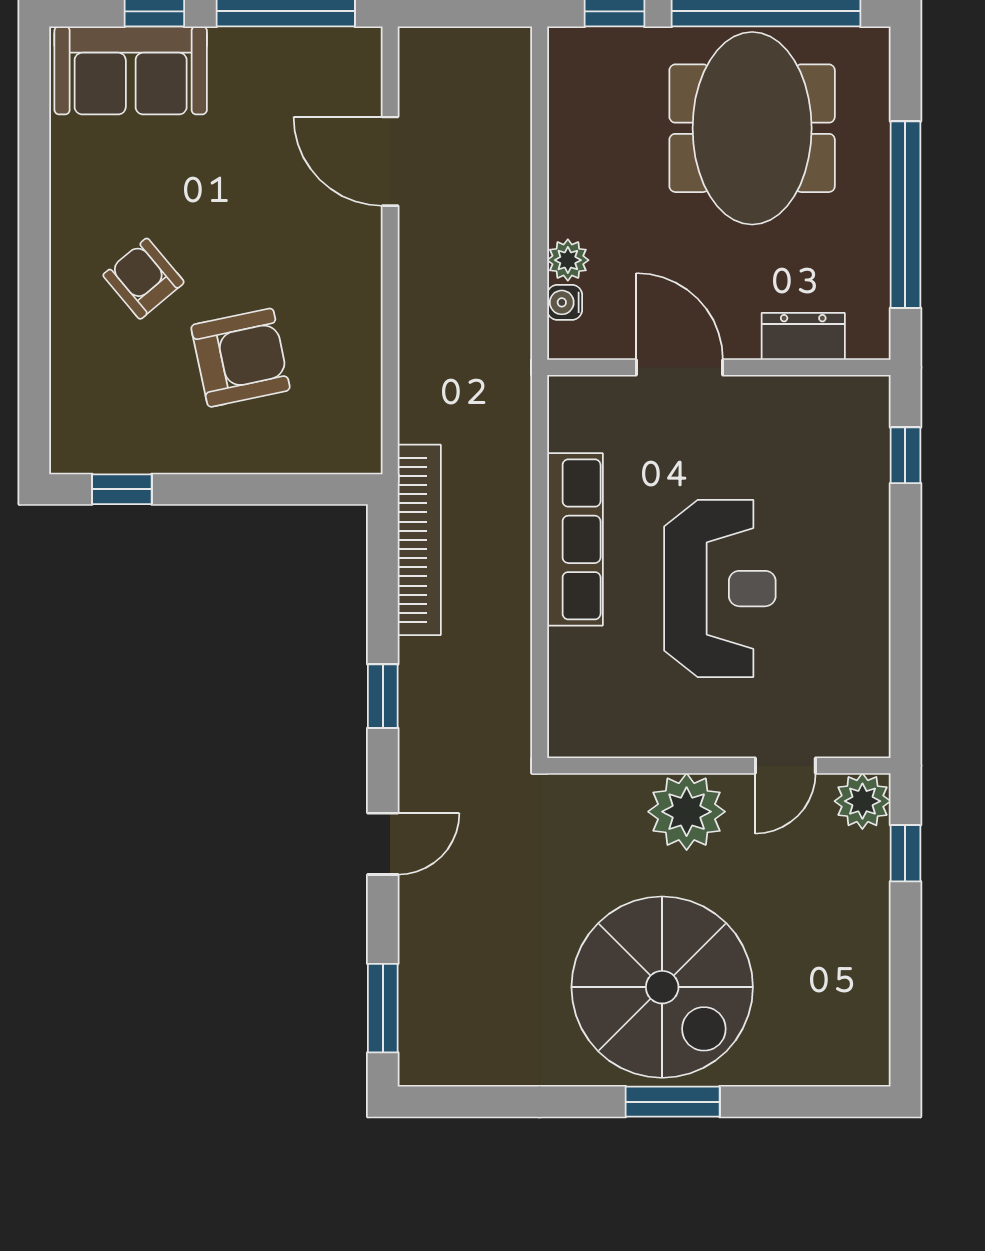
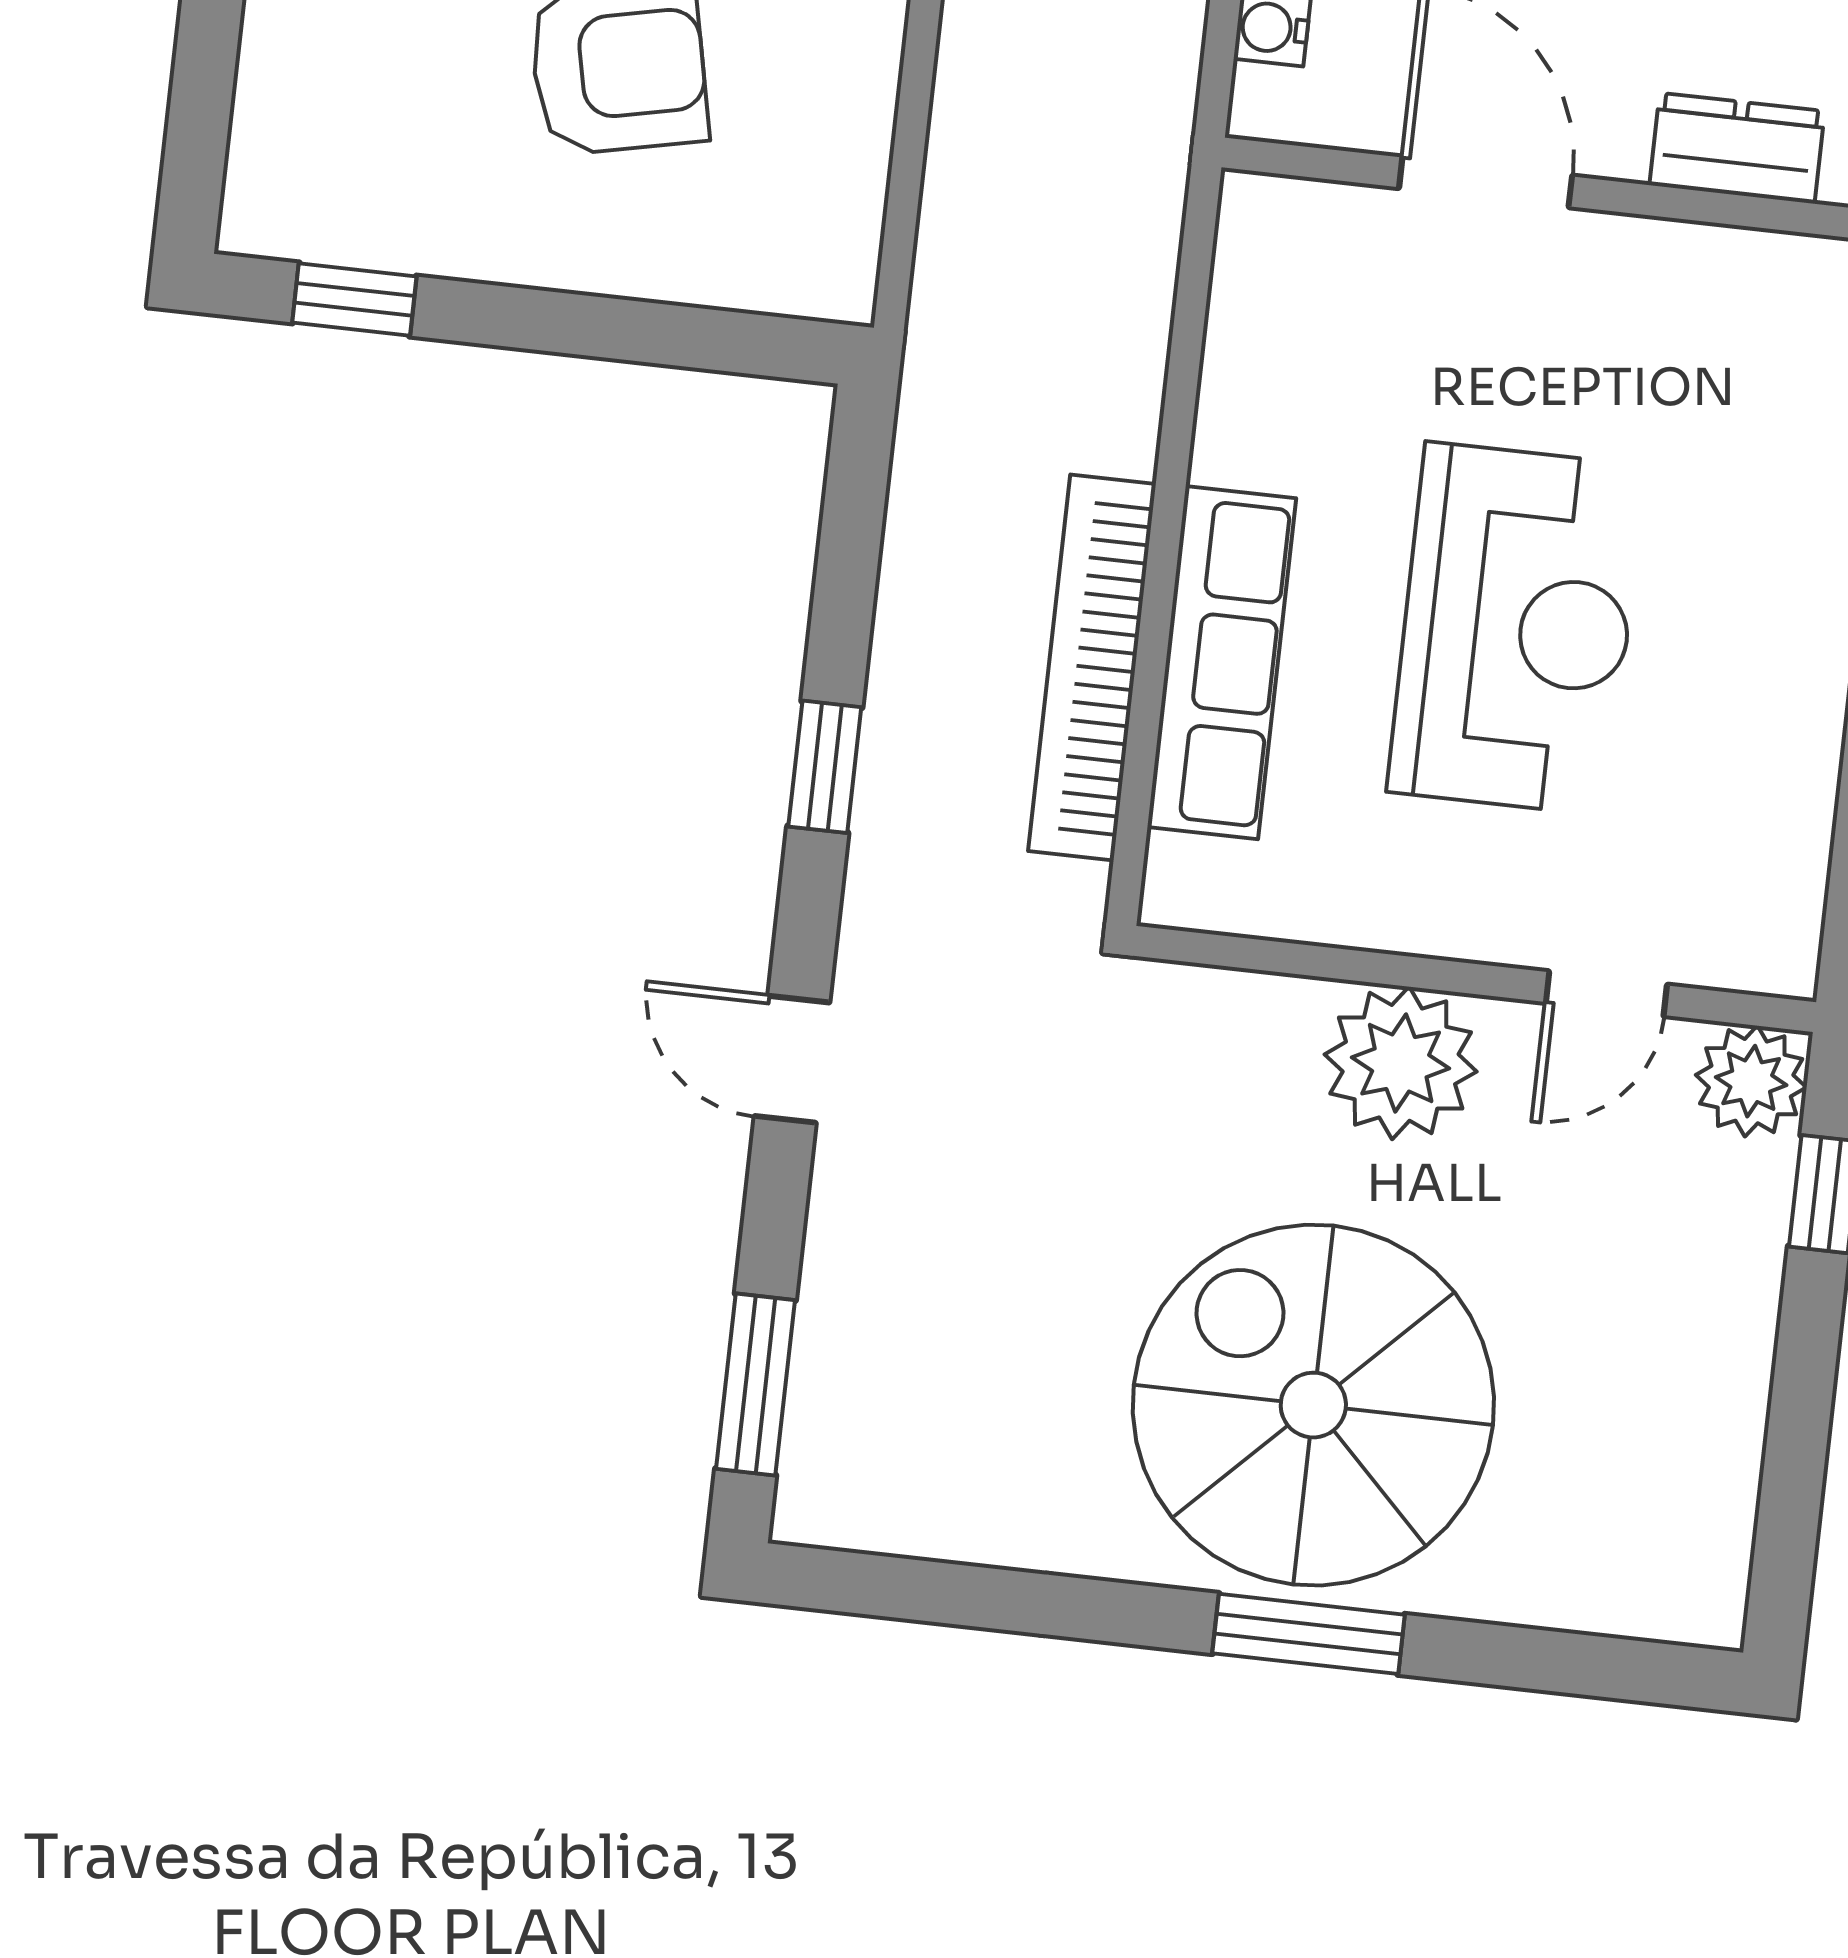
row of seats: (575, 539) -> (1222, 663), moved
bookcase: (419, 540) -> (1092, 668), moved, turned 180
door: (383, 844) -> (792, 1059), swing flipped
spiral stairs: (662, 987) -> (1313, 1405), turned 180

